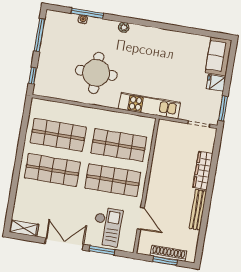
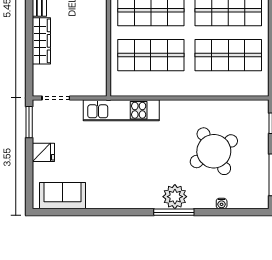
window: (87, 13) -> (174, 212), moved
plant: (124, 27) -> (175, 197), width x1.88, depth x1.88
sofa: (218, 56) -> (62, 196), moved, turned -90
round table: (96, 73) -> (214, 151), moved, turned -31

